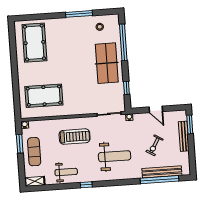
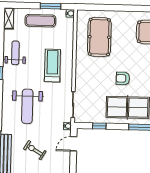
armchair: (80, 70) -> (123, 78), added
door: (156, 109) -> (73, 144), moved
treadmill: (75, 137) -> (52, 65), turned 180
weight bench: (66, 172) -> (15, 53), turned 180

